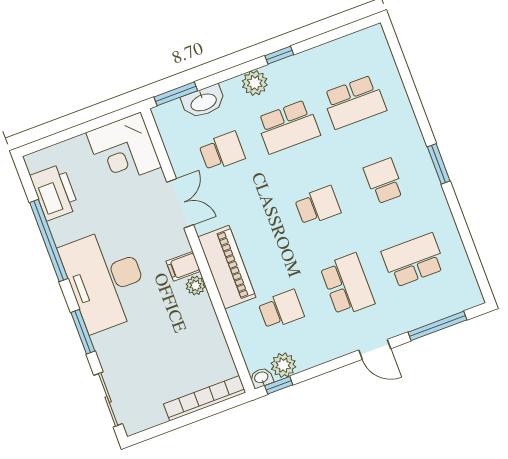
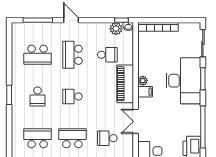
desk: (106, 280) -> (183, 81), moved
school desk: (281, 310) -> (107, 55), turned 180

